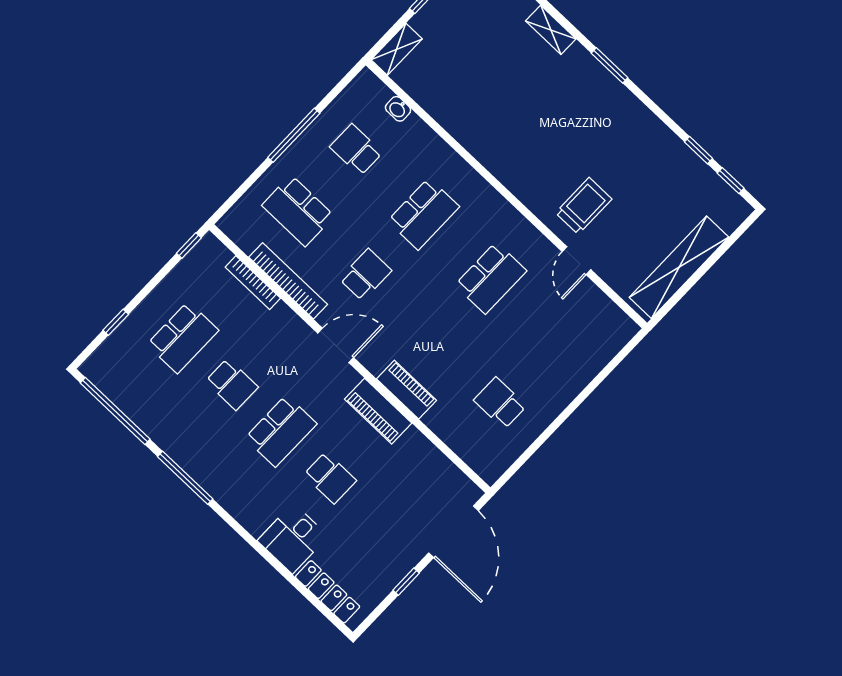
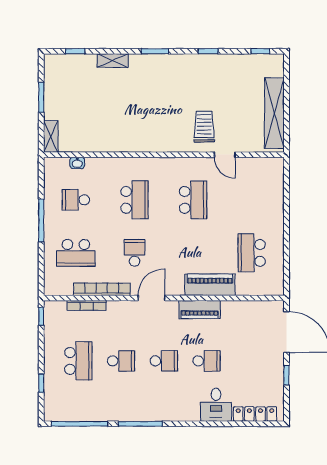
window: (699, 150) -> (208, 51), moved
piano: (407, 390) -> (210, 285), width x1.37, depth x1.33
school desk: (500, 403) -> (252, 253), width x1.85
school desk: (281, 431) -> (164, 361), width x0.54

